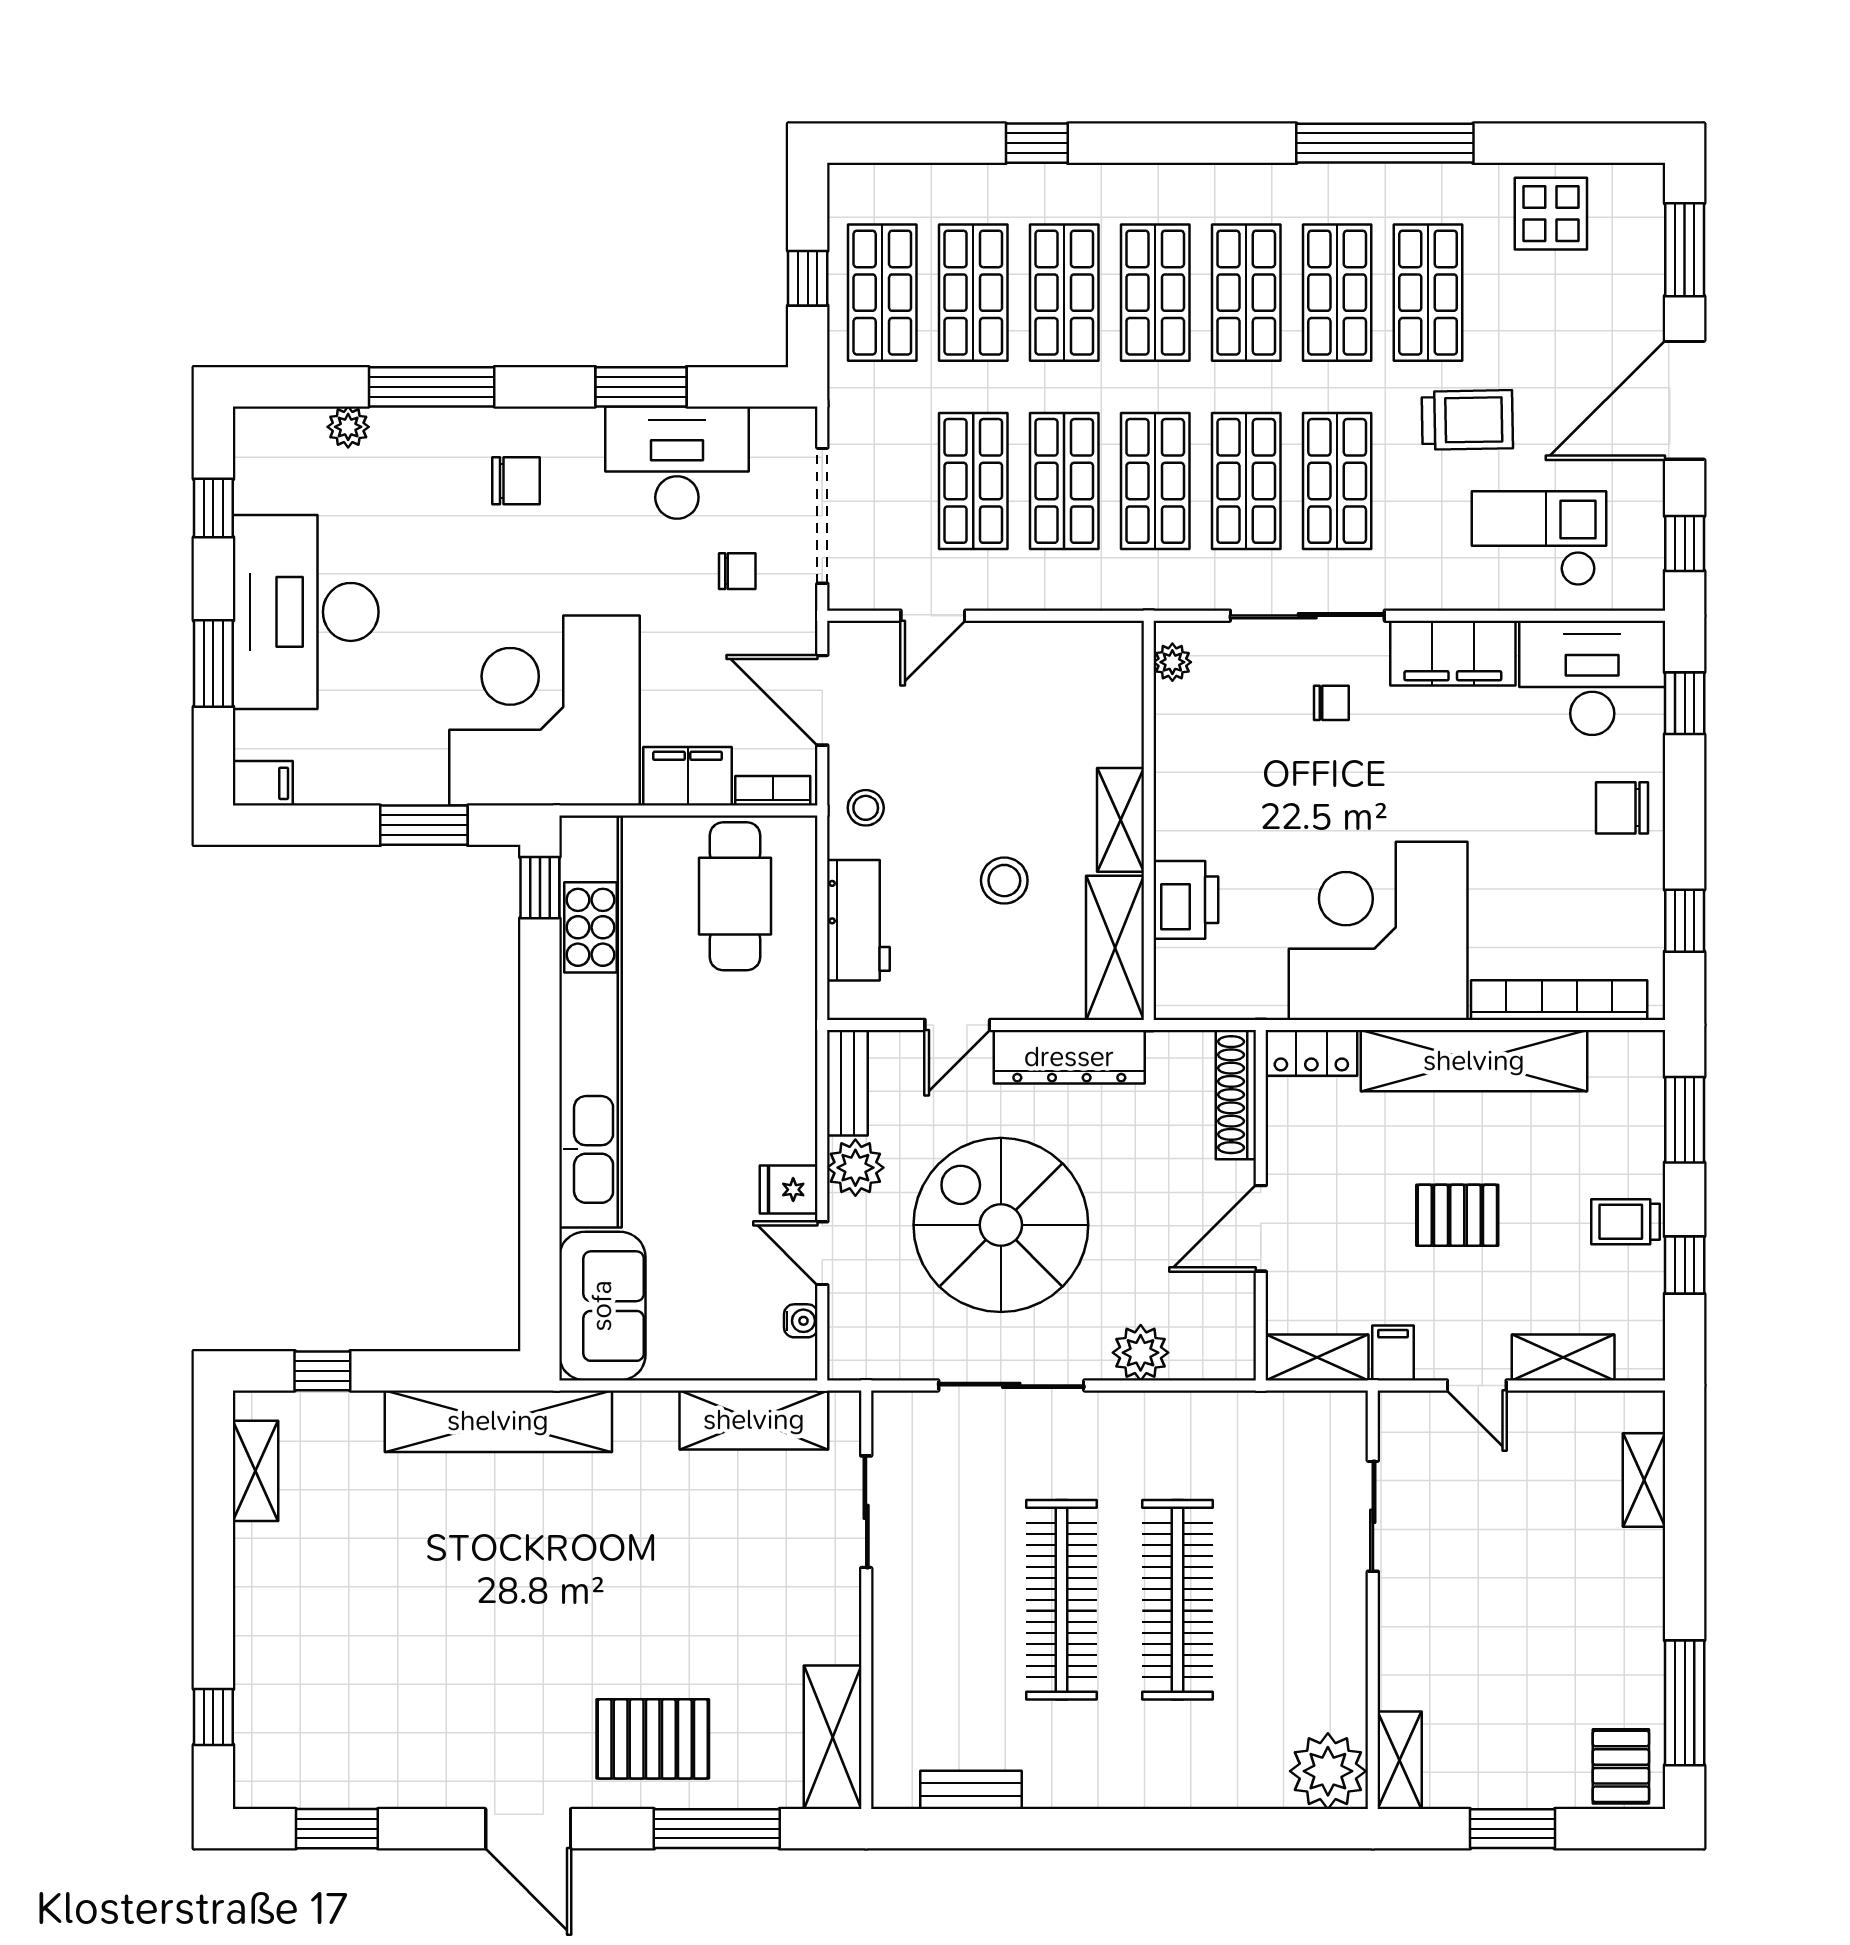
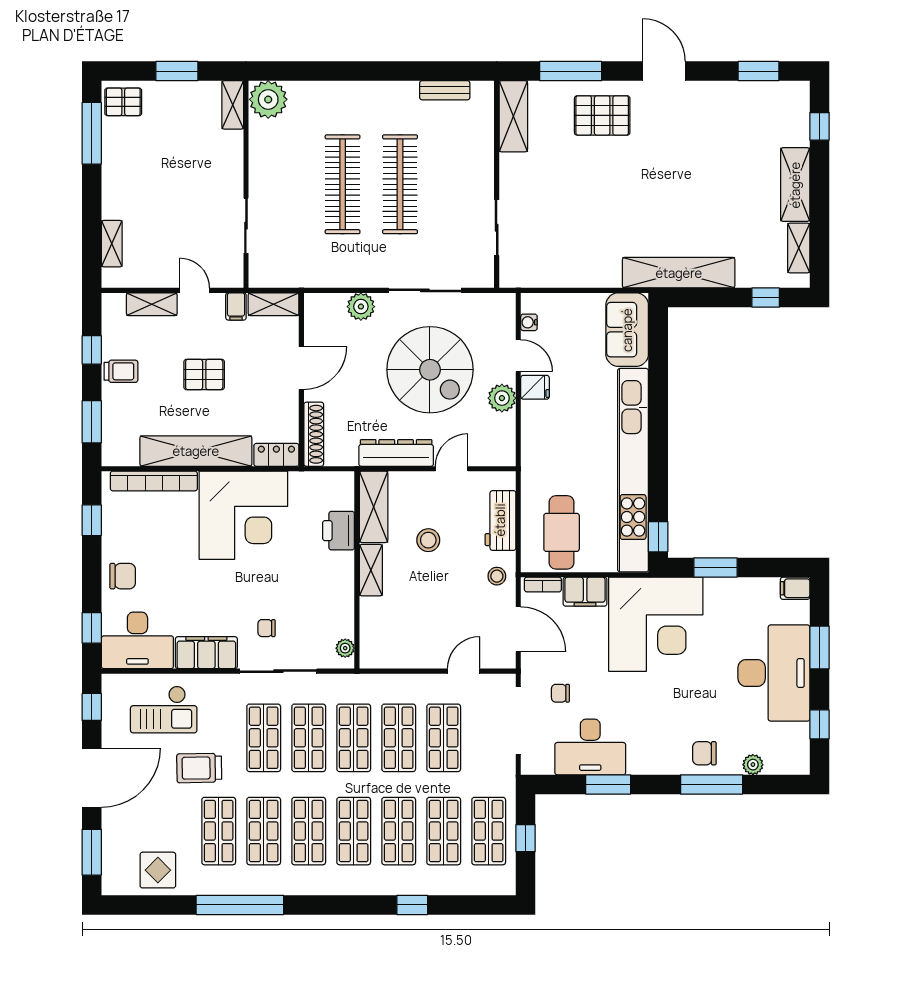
chair: (516, 481) -> (704, 753), moved
bench: (847, 1083) -> (506, 440), removed
shelving: (754, 1420) -> (795, 185), moved, turned 90
pallet: (1621, 1766) -> (123, 102), turned 90

